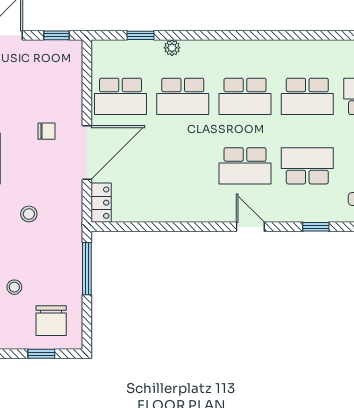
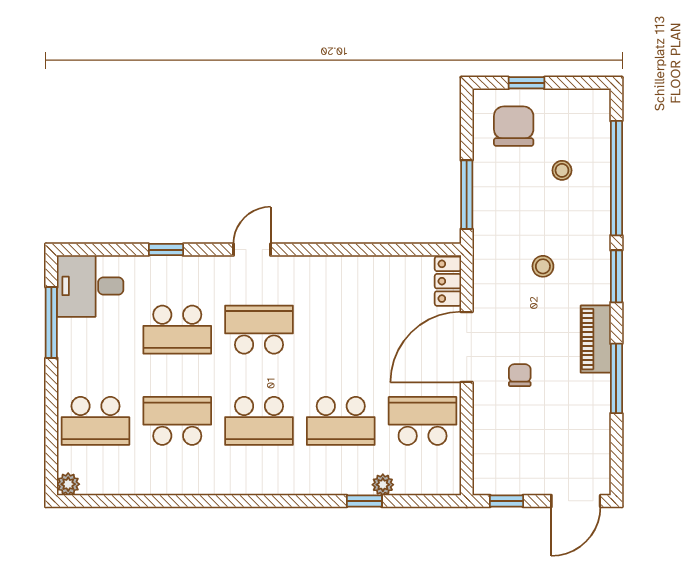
window: (141, 35) -> (364, 501), moved
plant: (172, 48) -> (383, 485), moved
school desk: (183, 96) -> (341, 421), turned 180
school desk: (245, 96) -> (259, 421), turned 180
chair: (47, 131) -> (520, 375), turned 90
door: (250, 227) -> (252, 250), swing flipped

